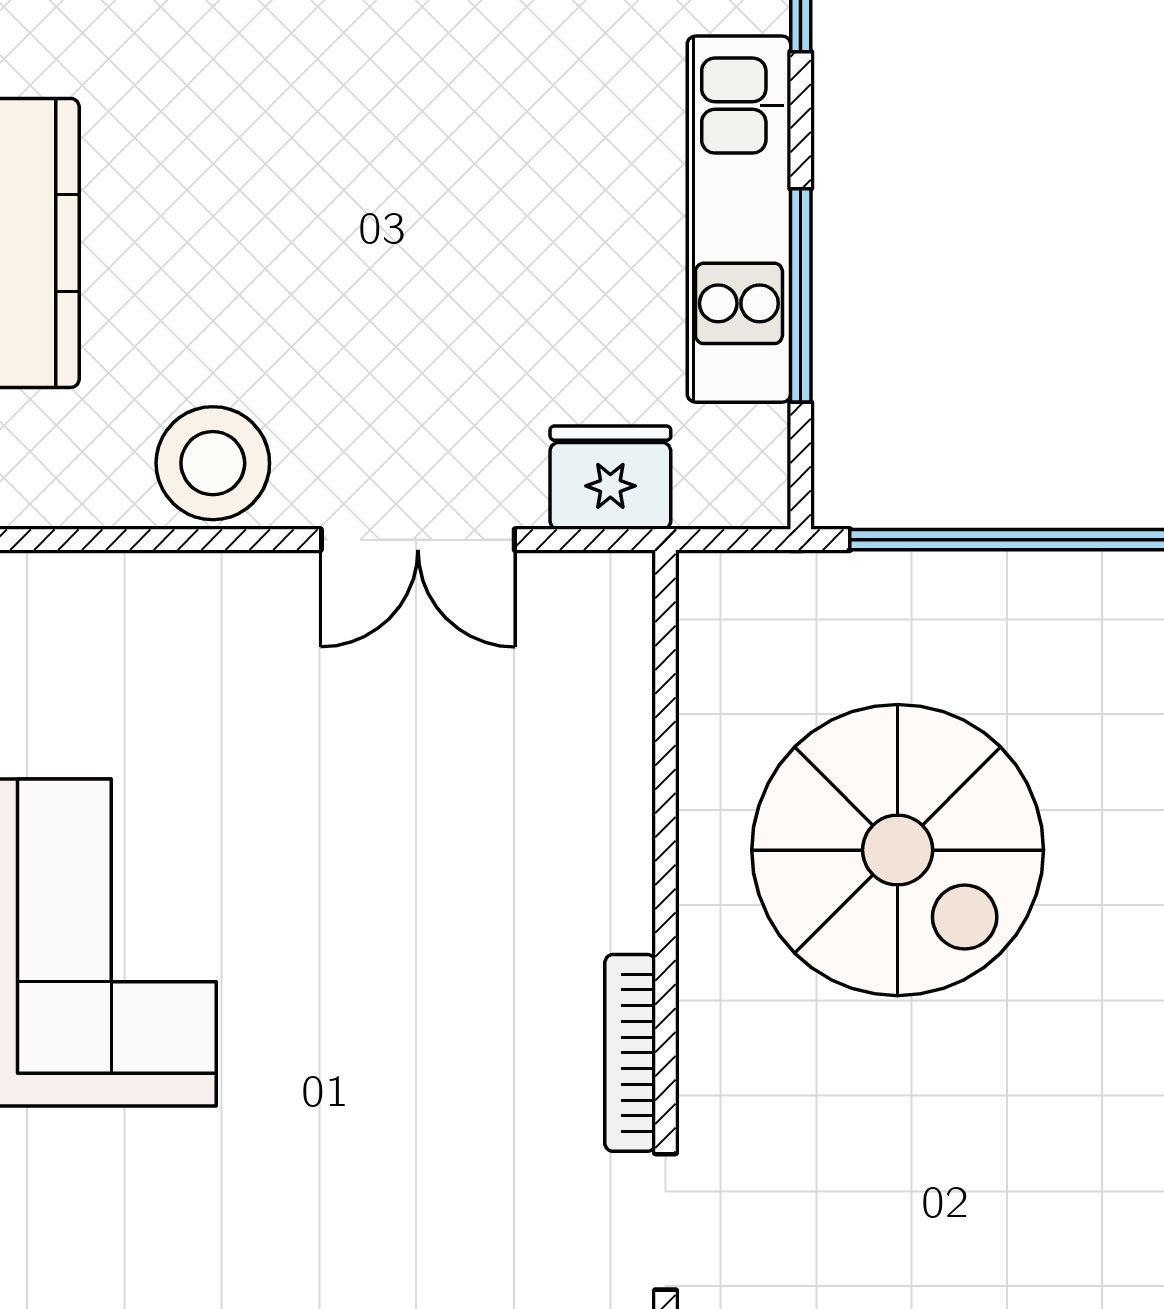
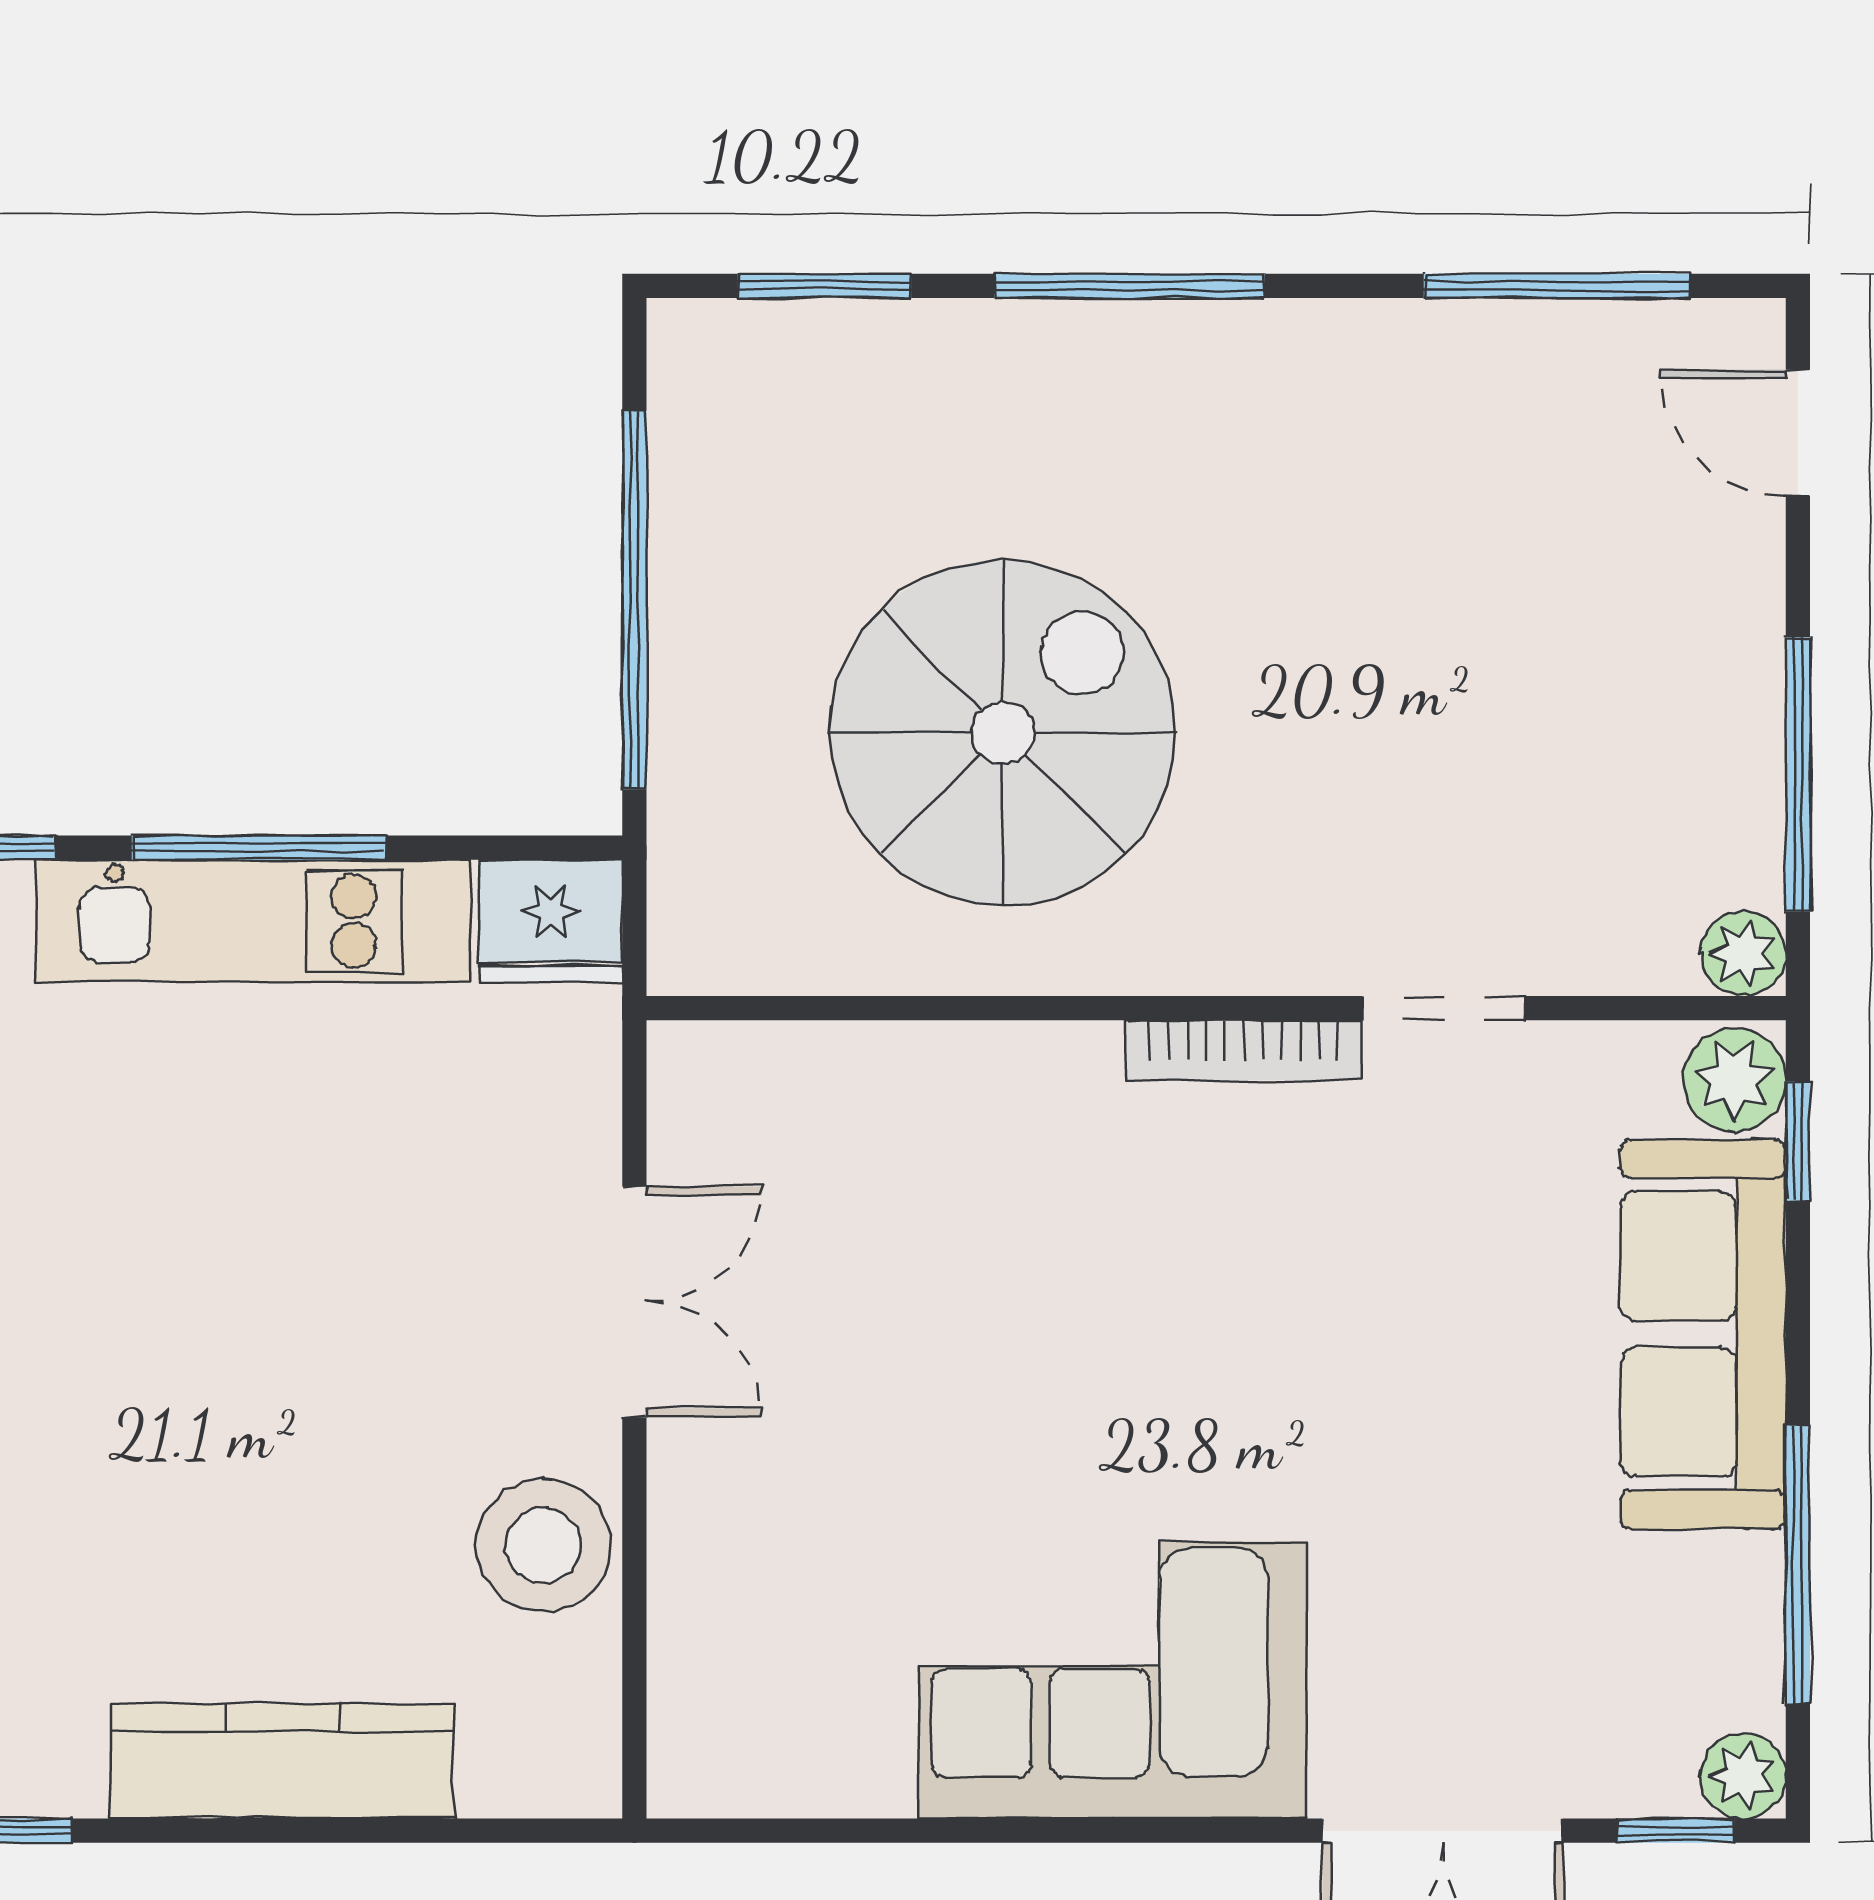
window: (801, 295) -> (259, 848), moved
fridge: (610, 478) -> (551, 921), moved, turned -90

